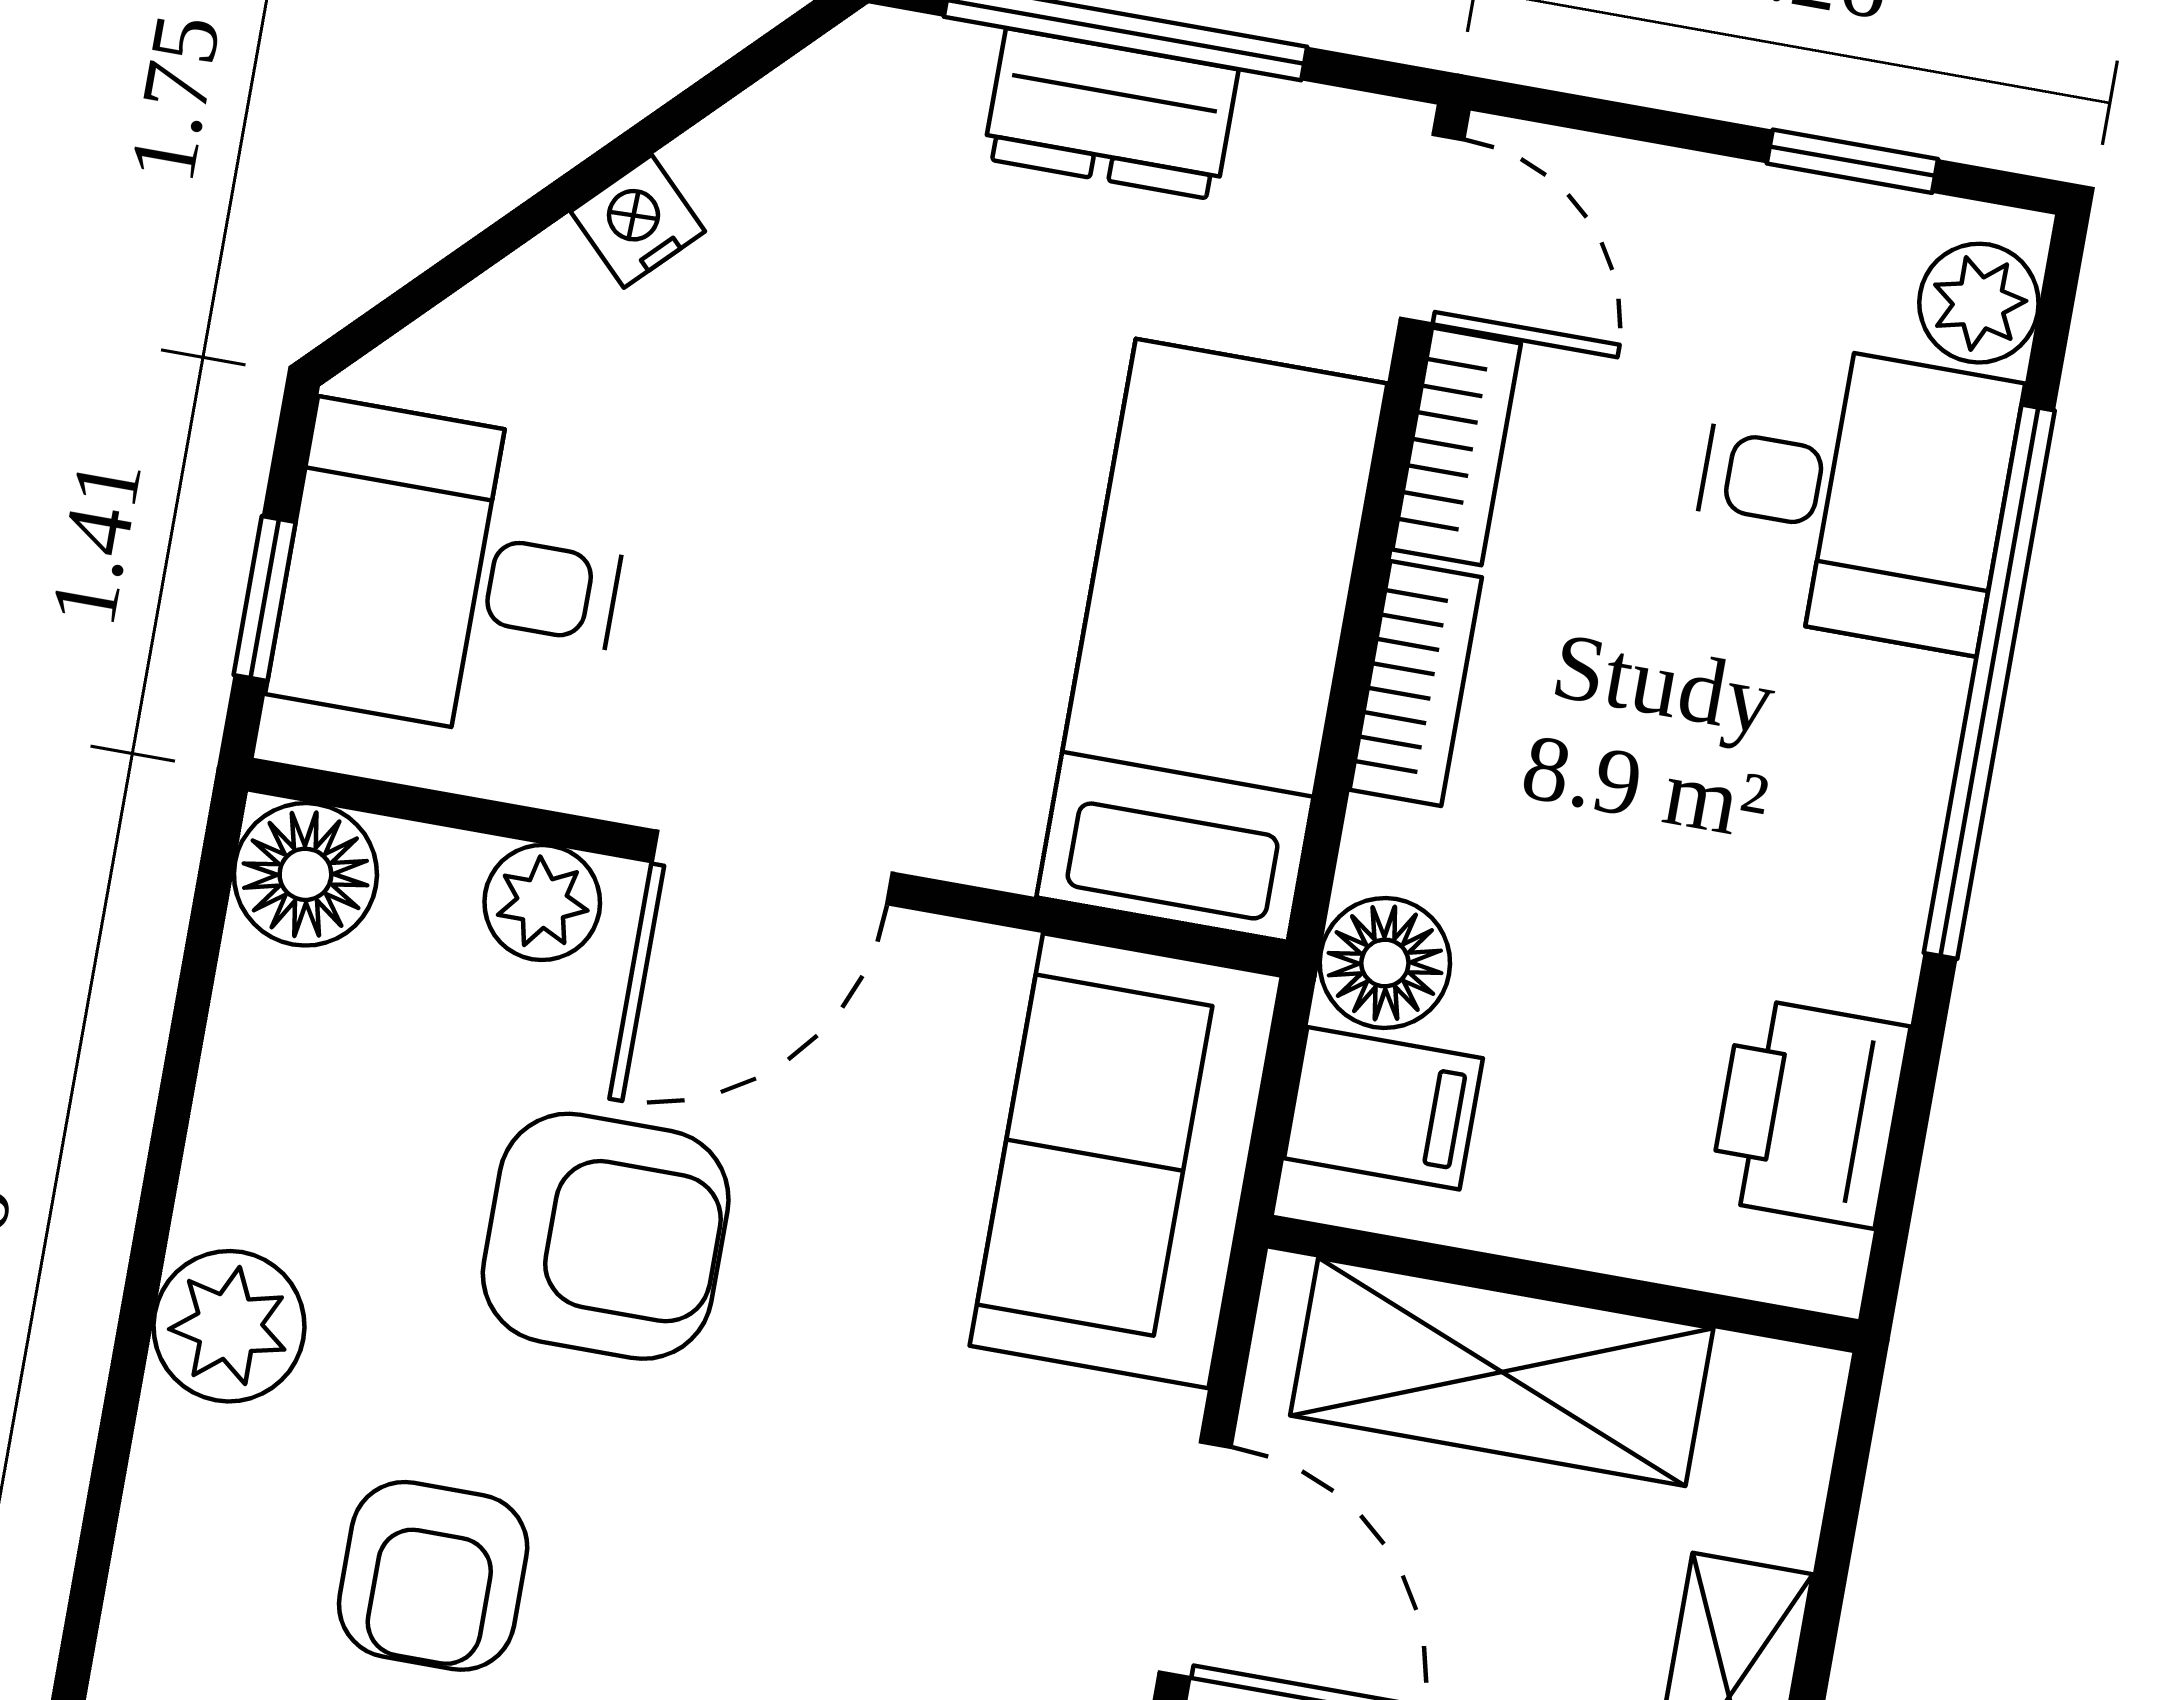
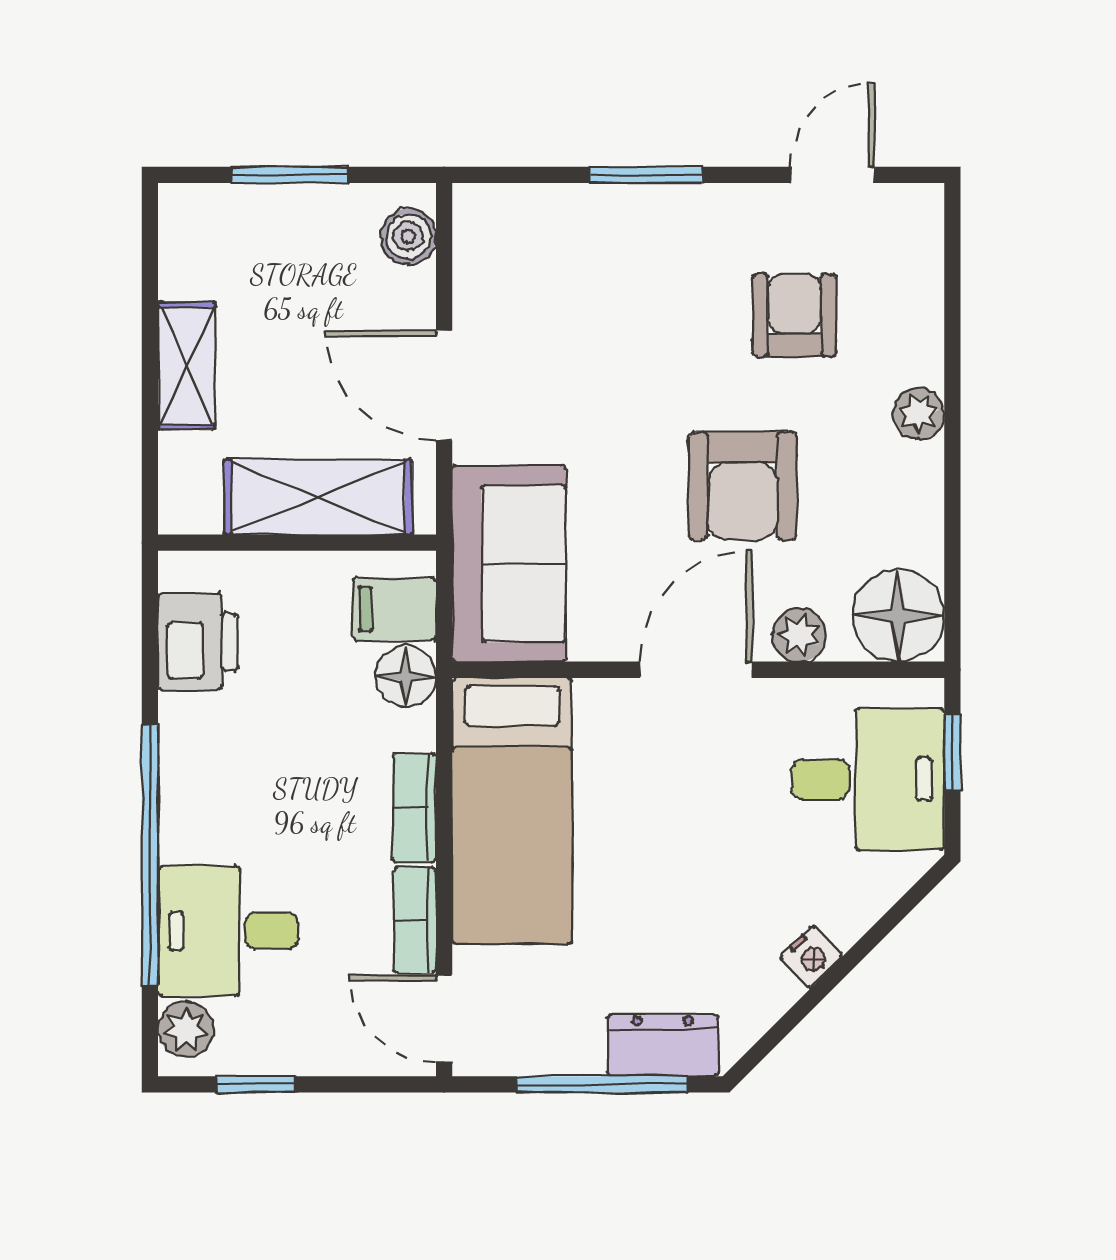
dresser: (1111, 114) -> (663, 1045), moved
floor lamp: (305, 874) -> (898, 616), width x1.38, depth x1.38
armchair: (606, 1236) -> (743, 486), turned -90
plant: (229, 1326) -> (919, 414), width x0.73, depth x0.73

